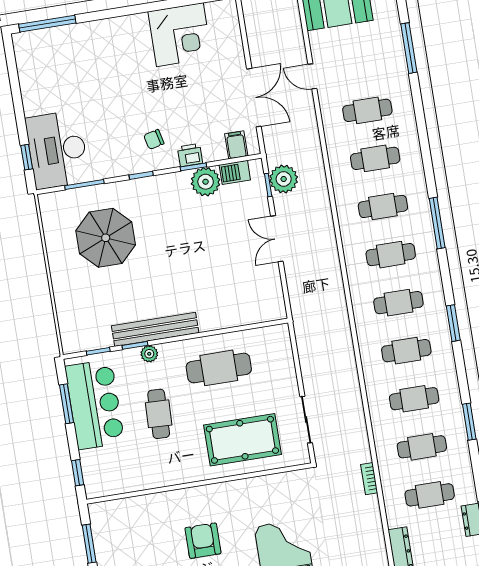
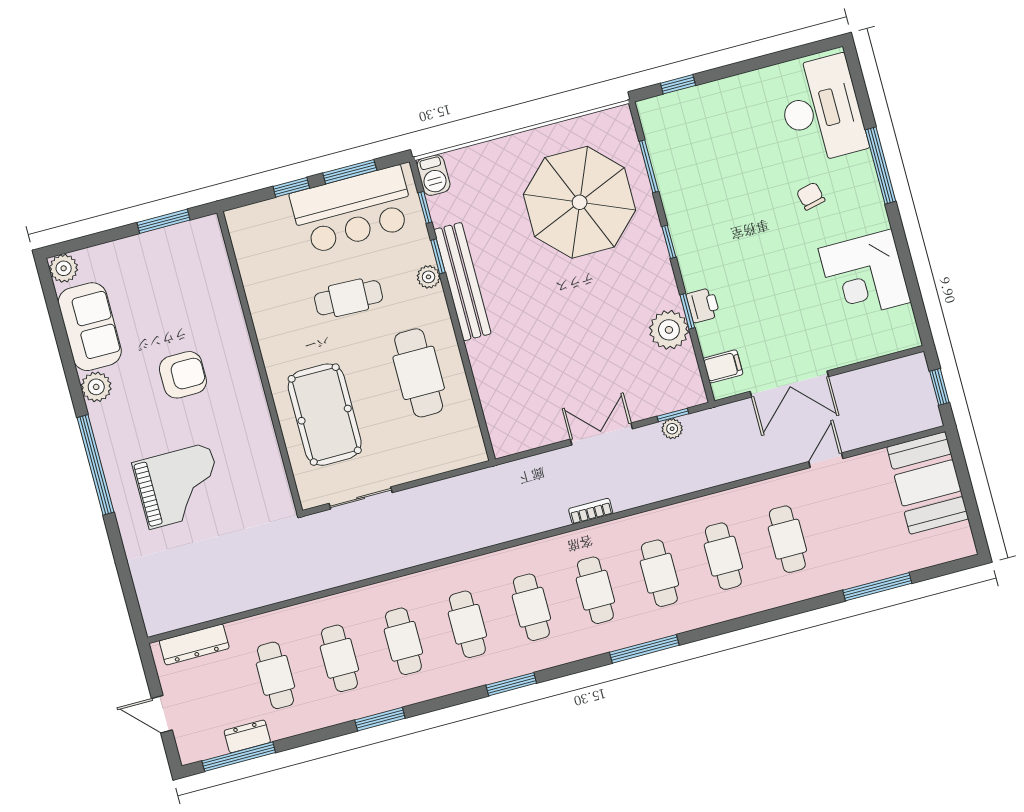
window: (47, 24) -> (880, 165), moved
chair: (154, 139) -> (811, 196), moved
desk: (57, 150) -> (821, 109), moved, turned 90
barbecue: (235, 172) -> (433, 175), moved, turned 180
plant: (284, 179) -> (672, 429), width x0.53, depth x0.53
parasol: (106, 238) -> (580, 202), width x1.36, depth x1.36
window: (78, 473) -> (291, 187), moved
bookcase: (369, 479) -> (591, 511), moved

